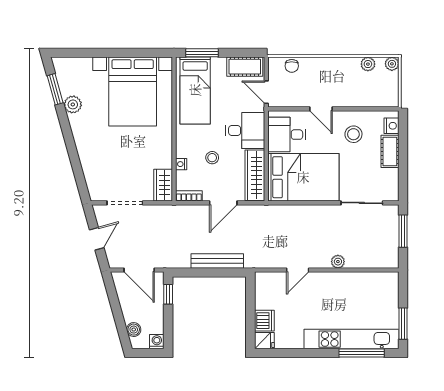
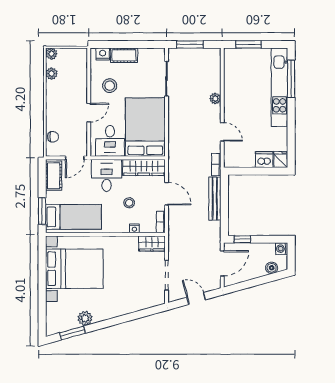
bookcase: (258, 263) -> (216, 165), added
window: (403, 324) -> (248, 44), moved

